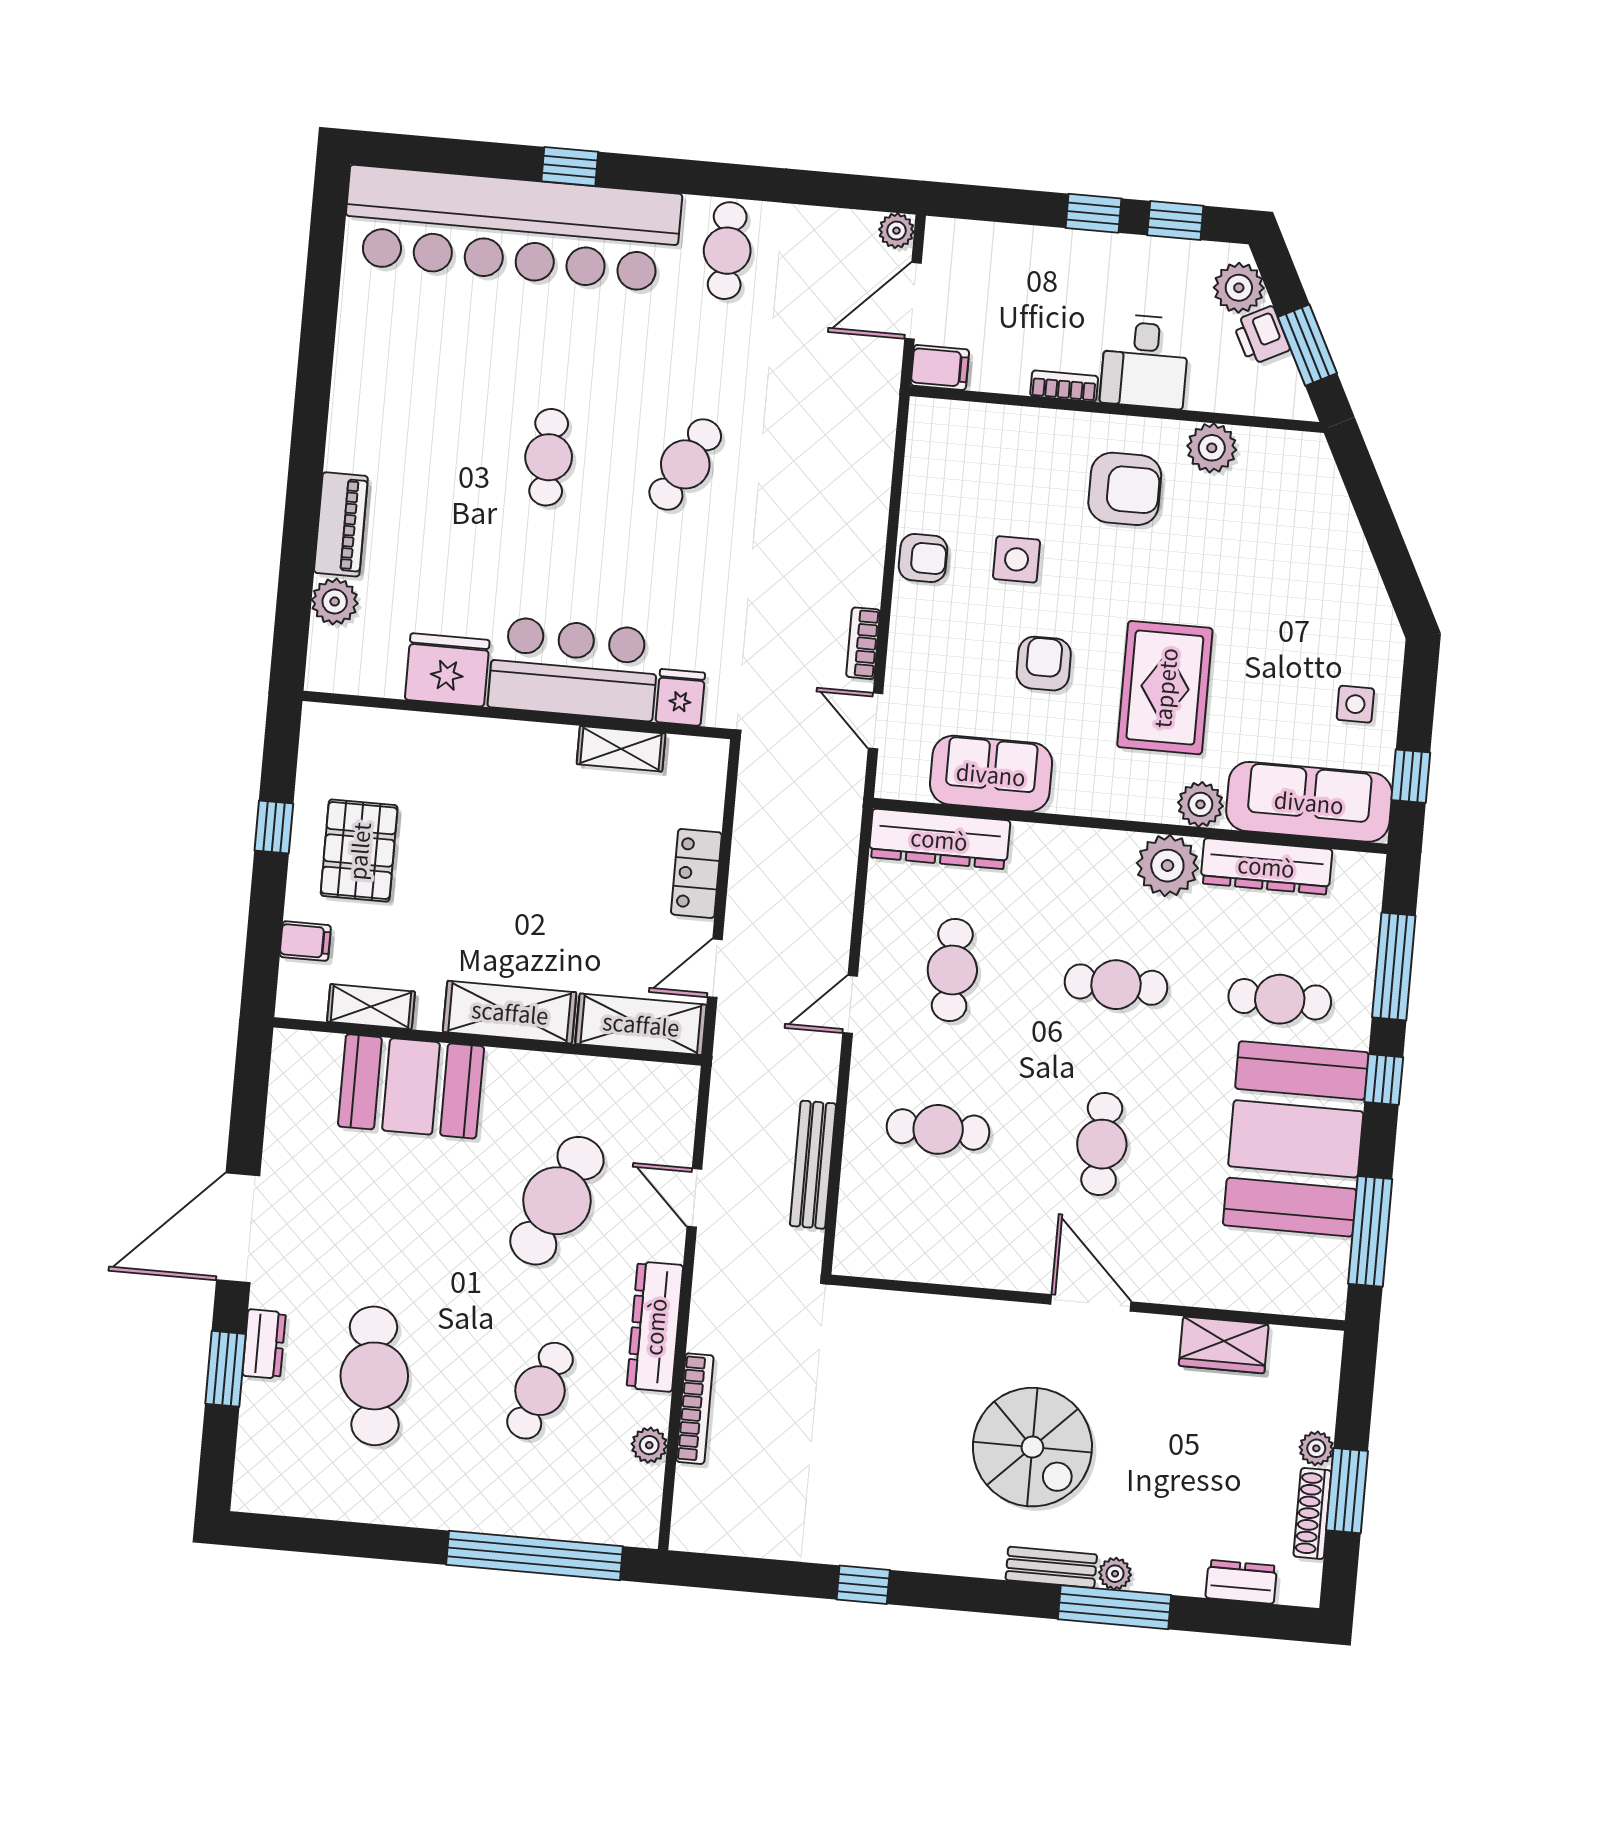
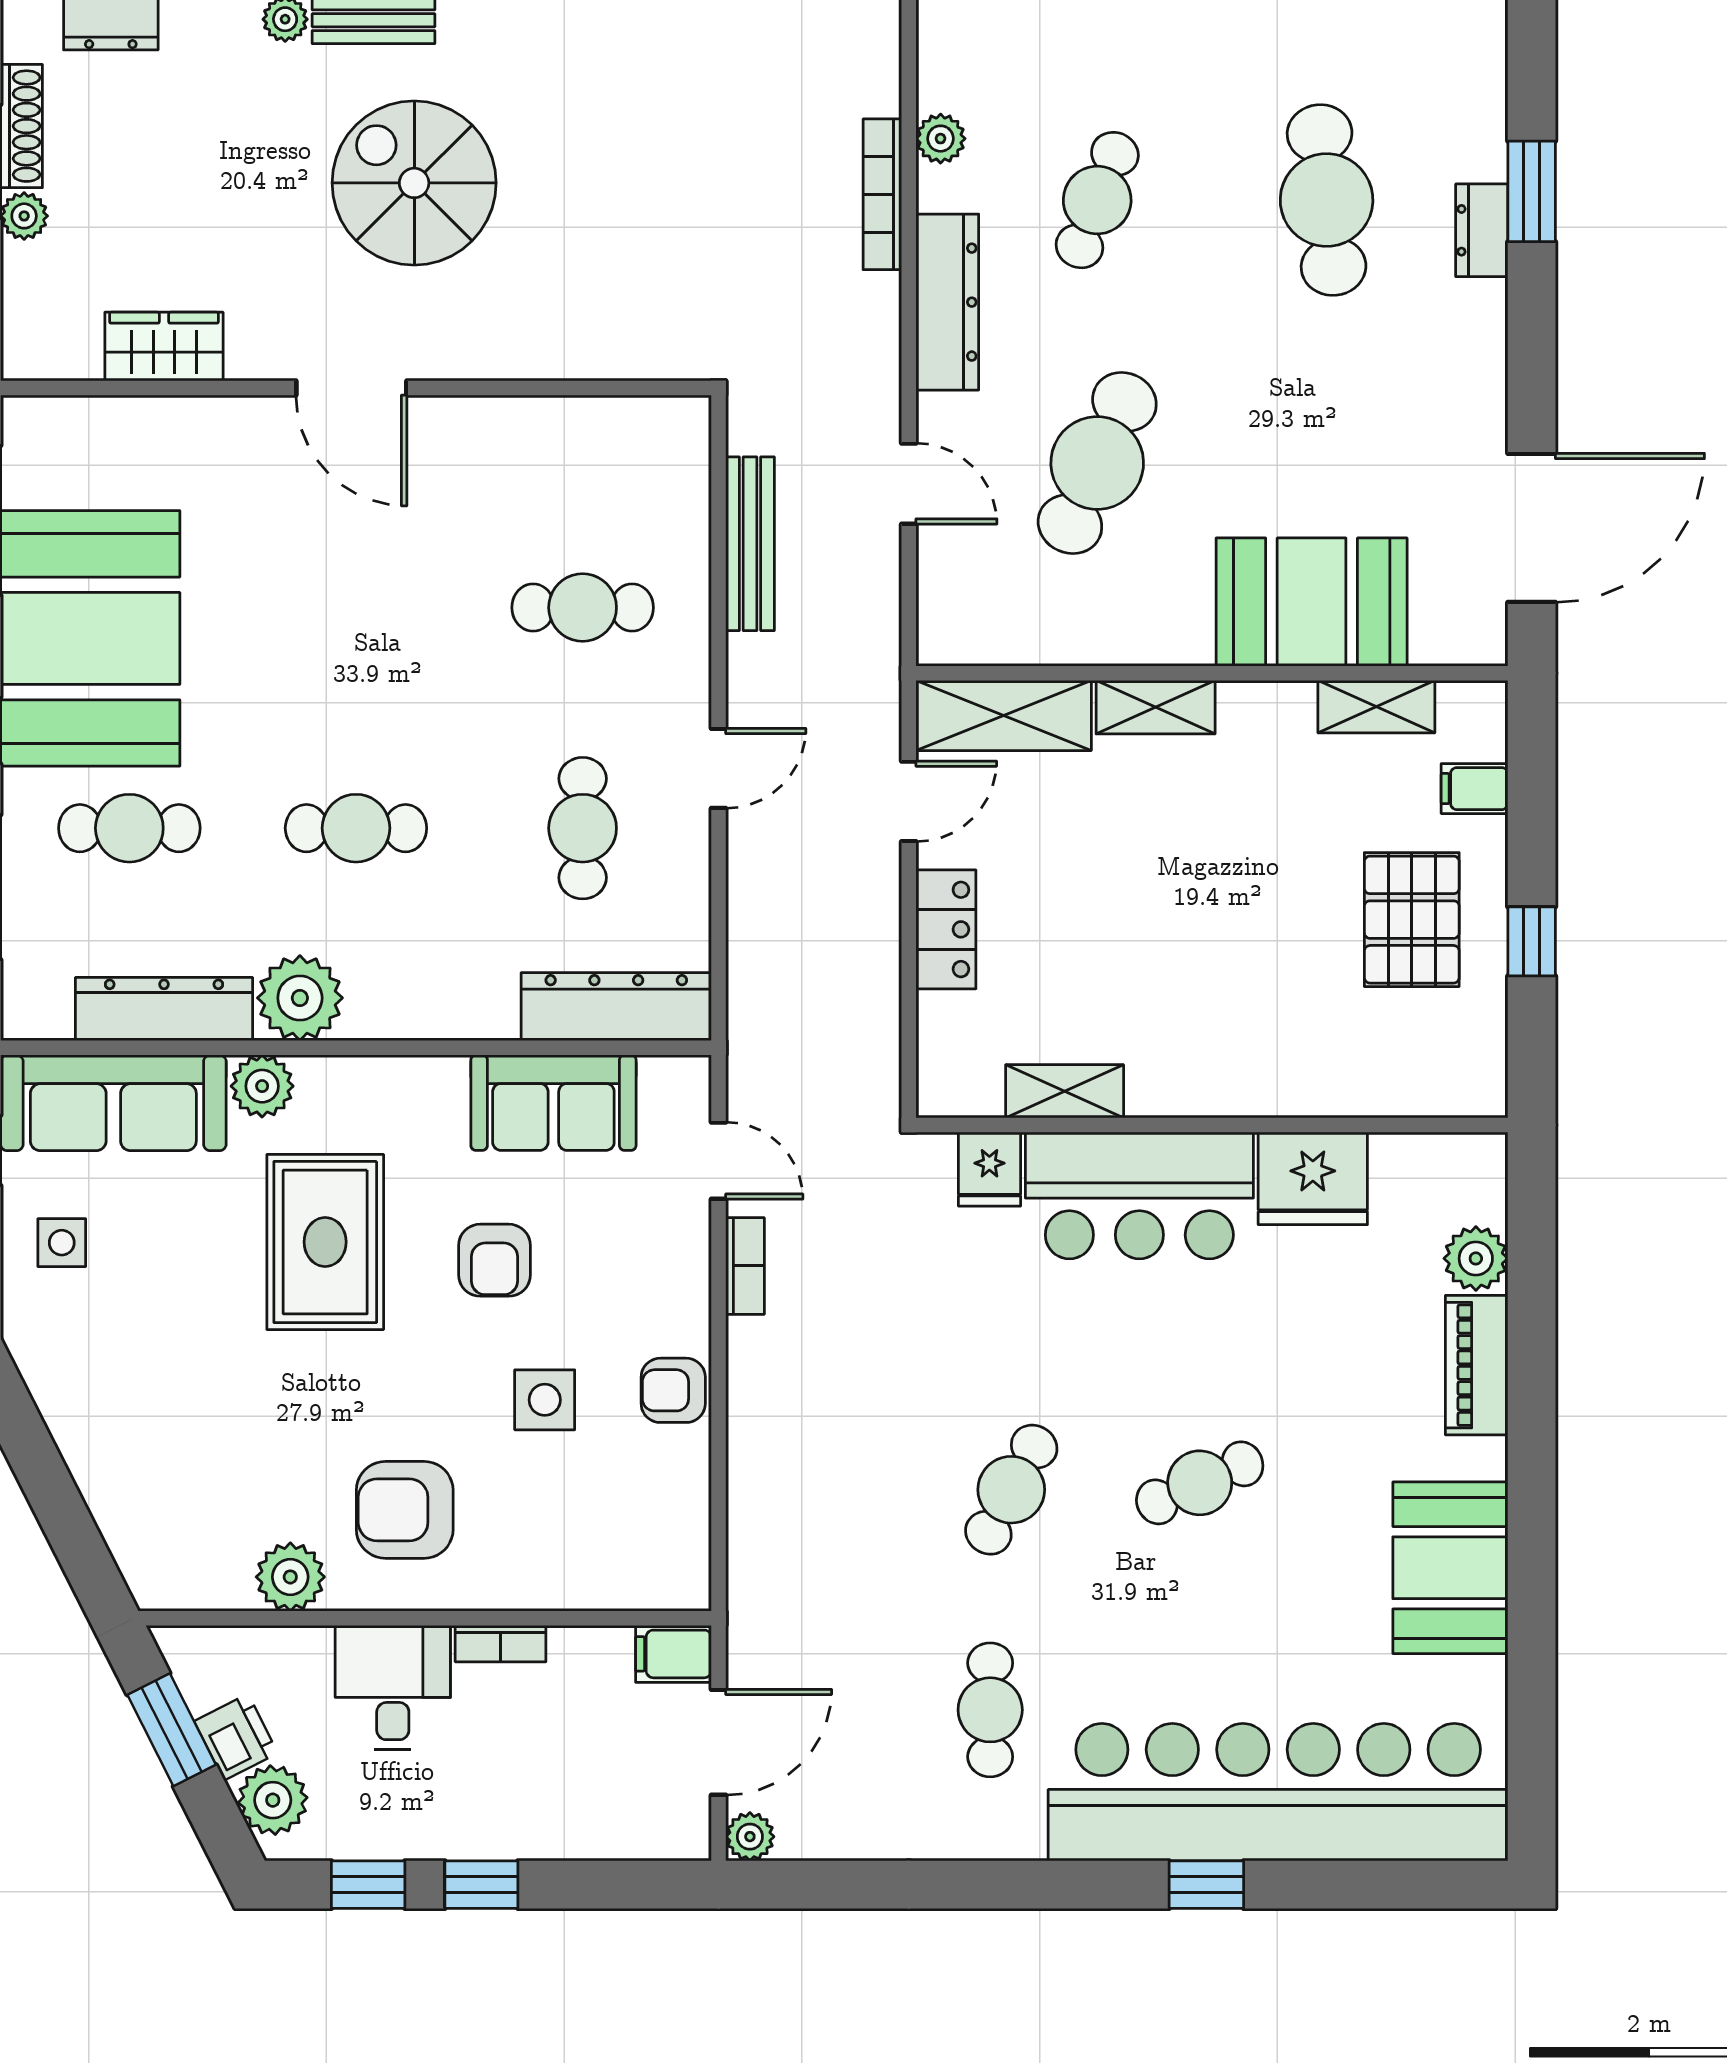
cafe table: (727, 251) -> (990, 1710), moved
booth: (373, 380) -> (1450, 1568), added
cafe table: (549, 457) -> (1200, 1483), turned 66
shelving: (510, 1012) -> (1156, 707), width x0.67, depth x0.75
cafe table: (1102, 1144) -> (356, 608), removed
door: (238, 1228) -> (1532, 528), moved

